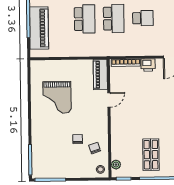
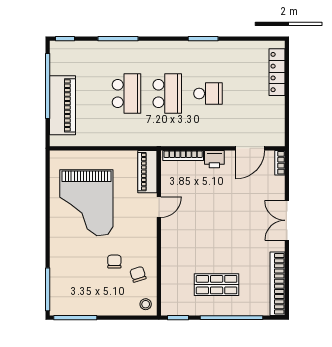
grand piano: (57, 97) -> (86, 203), width x1.37, depth x1.48
shop shelf: (151, 155) -> (217, 285), turned 90
plant: (116, 165) -> (167, 298), removed

